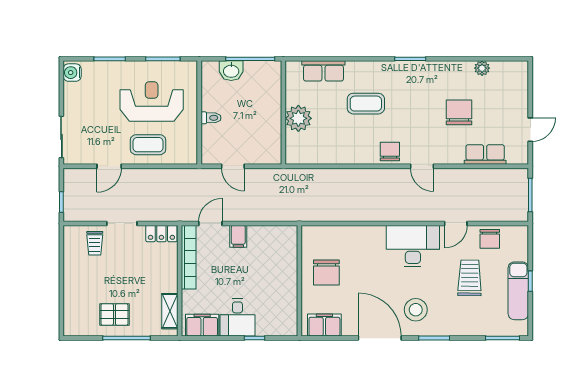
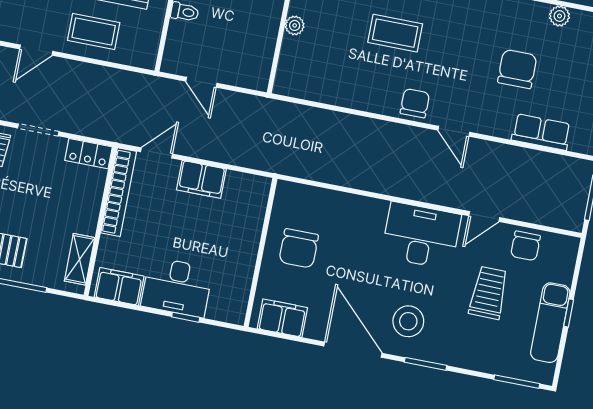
plant: (298, 118) -> (295, 25), width x0.53, depth x0.53
filing cabinet: (238, 236) -> (201, 179), width x2.00
desk: (237, 318) -> (177, 287), width x1.37

